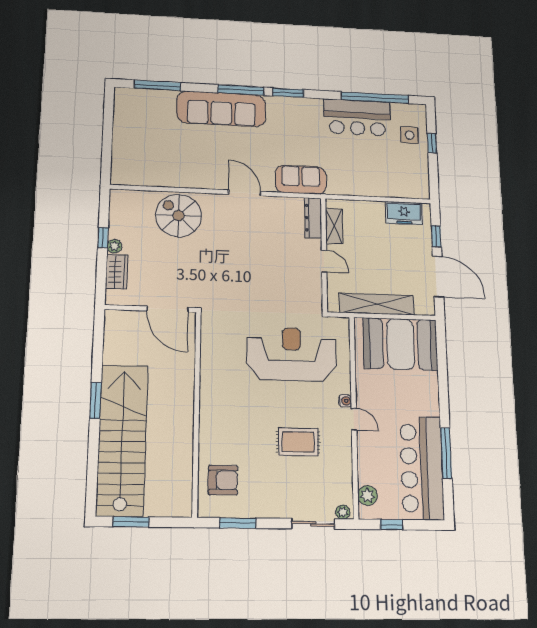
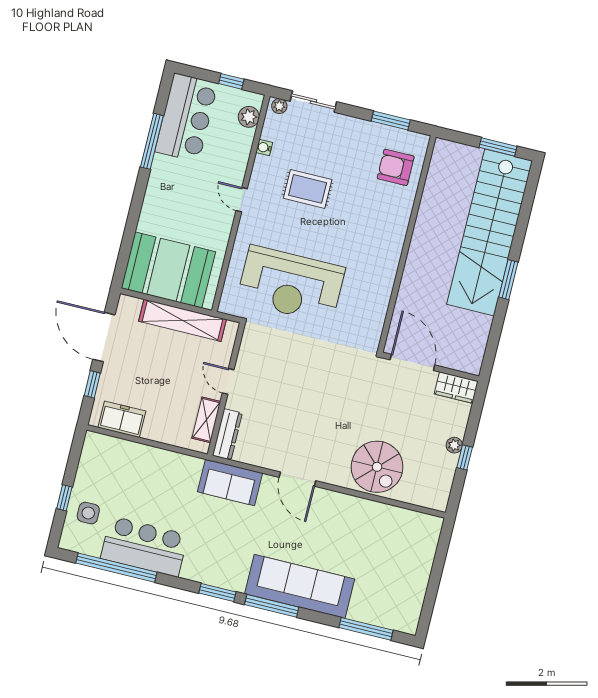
wardrobe: (117, 272) -> (456, 388), moved, turned -90
water cooler: (345, 401) -> (264, 147), moved
bar counter: (422, 468) -> (186, 118), width x0.73

